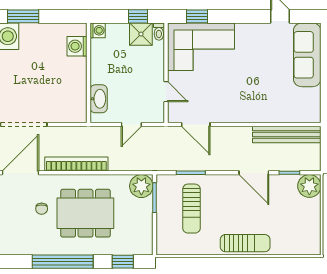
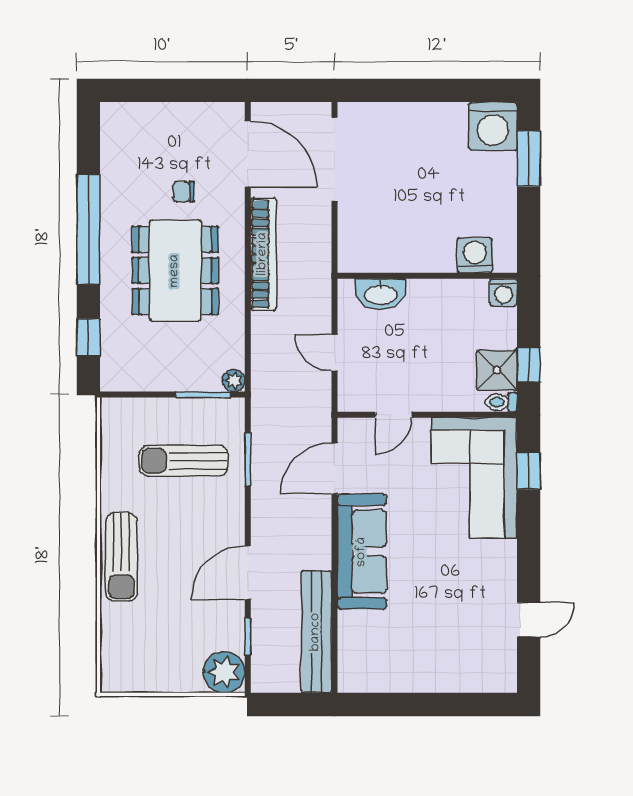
sofa: (307, 55) -> (362, 552), moved, turned 90
plant: (141, 186) -> (234, 380), width x0.53, depth x0.53

